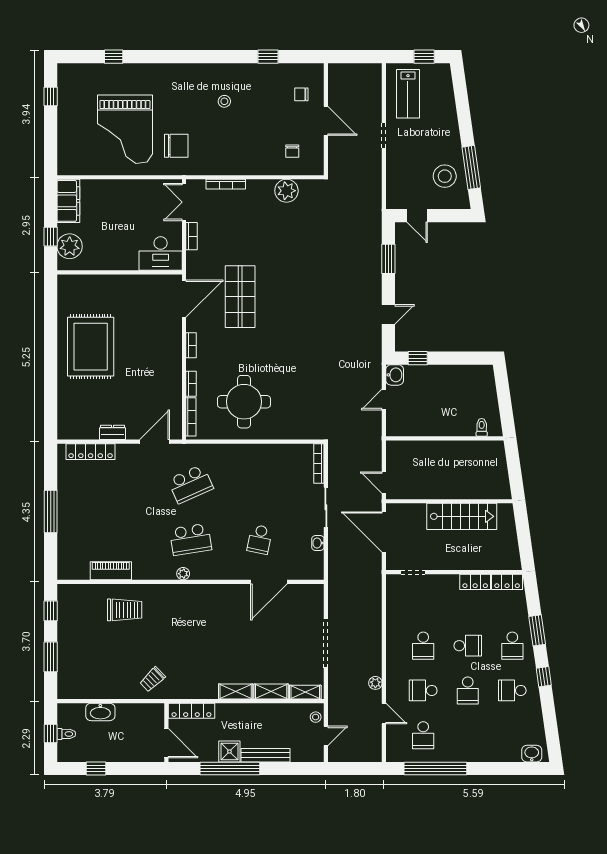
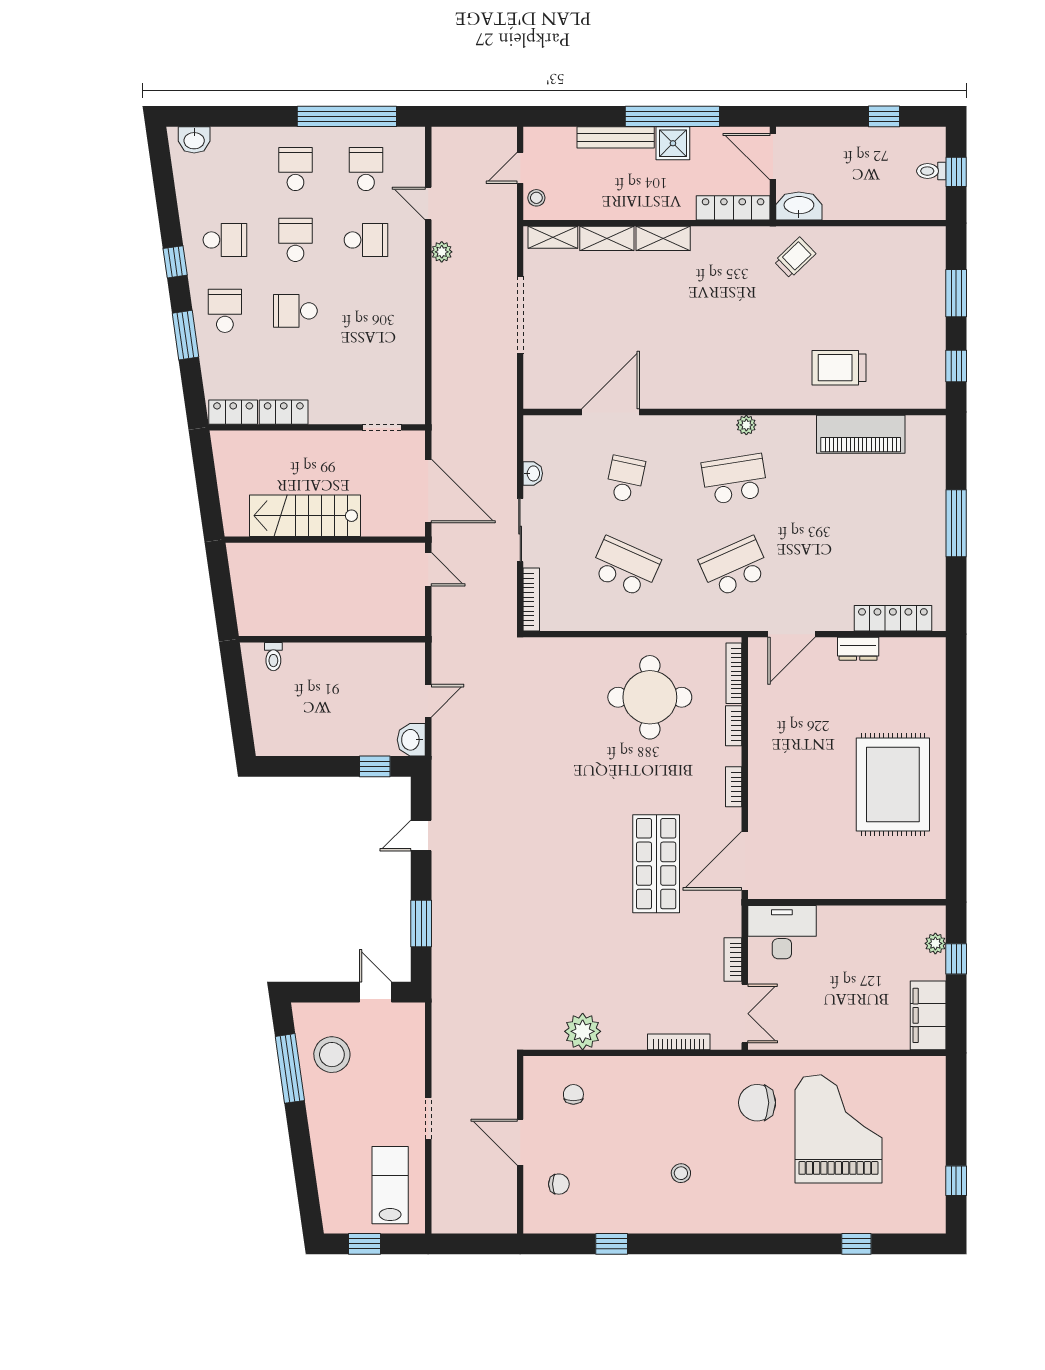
plant: (70, 246) -> (935, 943), width x0.53, depth x0.53
school desk: (260, 484) -> (625, 567), added
piano: (111, 571) -> (861, 434), width x1.37, depth x1.33
school desk: (423, 646) -> (295, 169), moved
washbasin: (100, 712) -> (799, 206), moved

